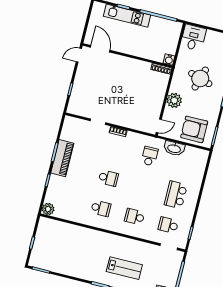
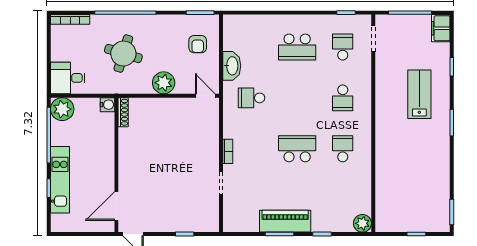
plant: (173, 29) -> (62, 109), added
armchair: (194, 129) -> (198, 44), width x0.53, depth x0.53
school desk: (108, 178) -> (297, 149), width x1.85
school desk: (168, 225) -> (343, 47), turned 180

